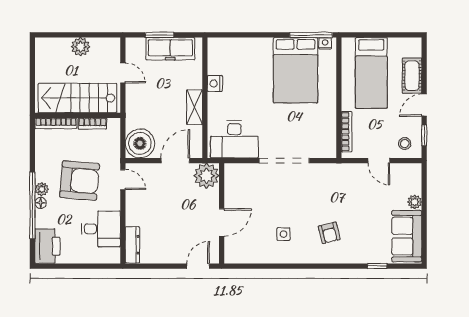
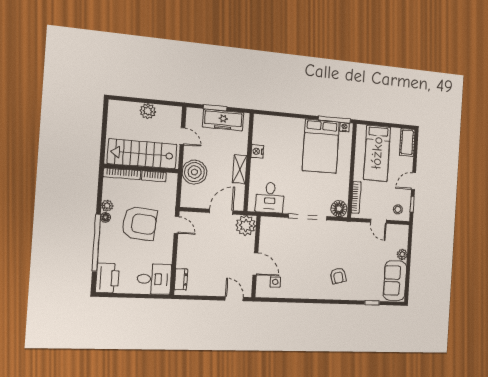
cot: (412, 76) -> (407, 142), moved
desk: (234, 139) -> (270, 197), width x0.73
boiler: (140, 143) -> (194, 172), moved
floor lamp: (325, 148) -> (339, 209), added
plant: (42, 189) -> (107, 206), moved
floor lamp: (41, 203) -> (105, 217), moved
door: (222, 222) -> (255, 264), hinge flipped
desk: (101, 229) -> (154, 279), moved
side table: (283, 234) -> (275, 282), moved
dresser: (132, 245) -> (181, 279), width x0.70
door: (198, 266) -> (234, 299), hinge flipped

